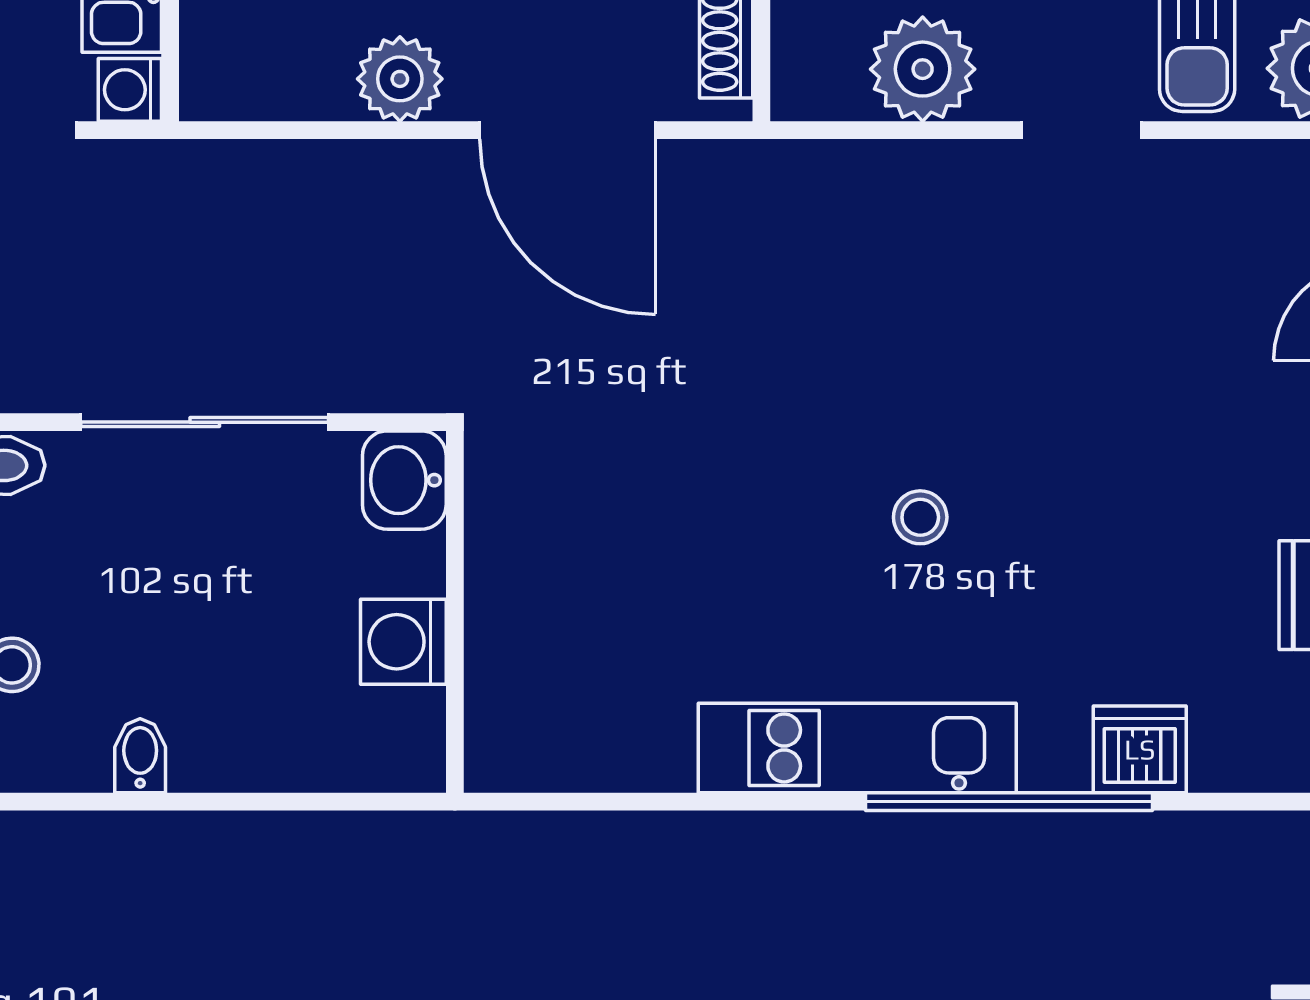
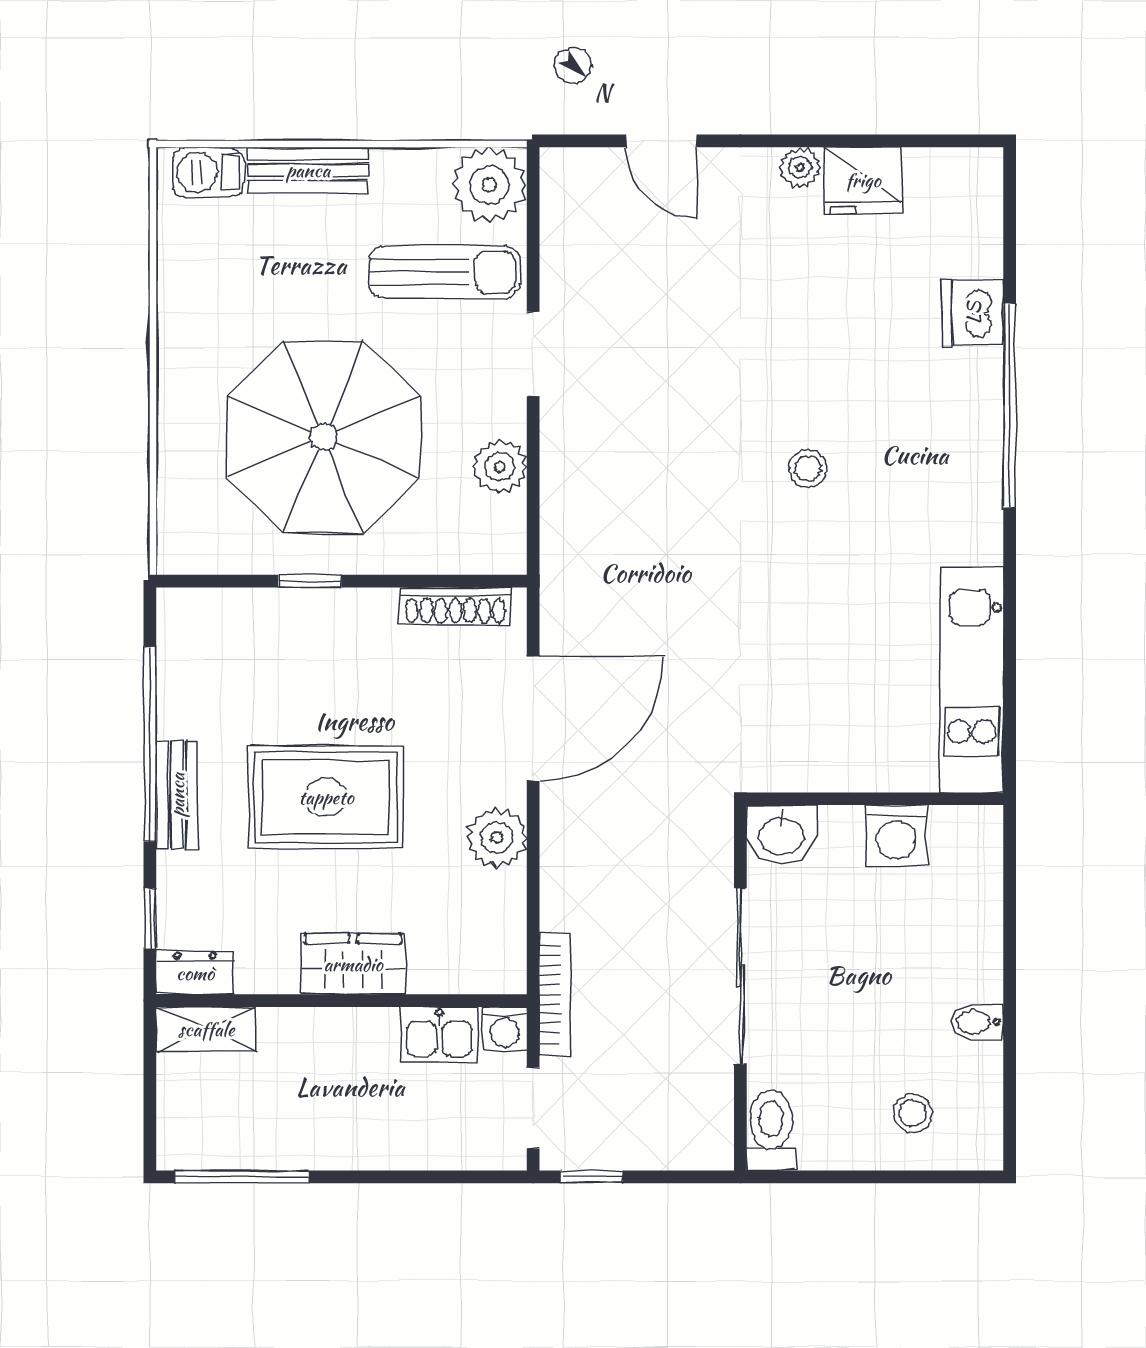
plant: (923, 69) -> (500, 467), width x0.73, depth x0.73
bookcase: (180, 161) -> (555, 994), added
kitchen unit: (857, 748) -> (972, 680), moved

